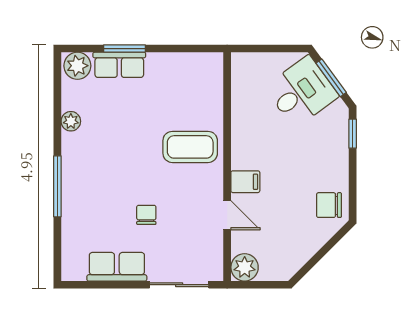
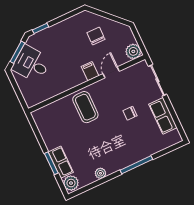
chair: (329, 205) -> (96, 36), moved, turned 180

